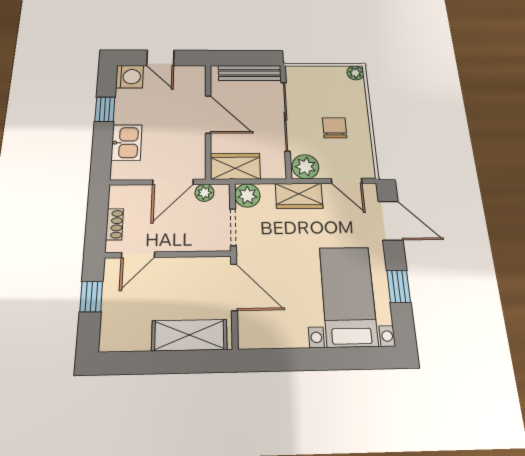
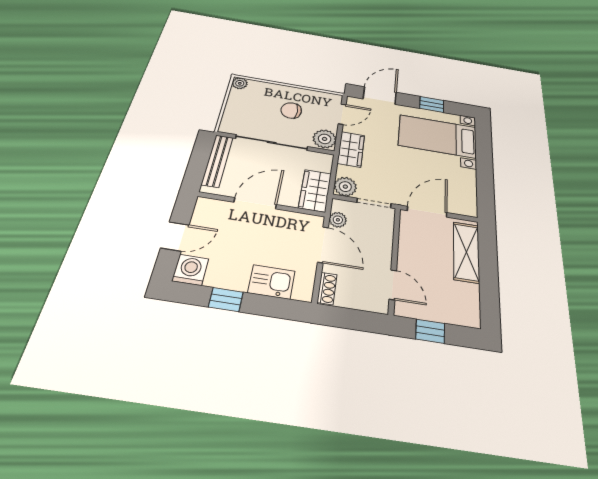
shoe rack: (115, 224) -> (327, 288), moved, turned 90

